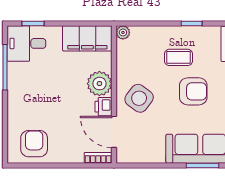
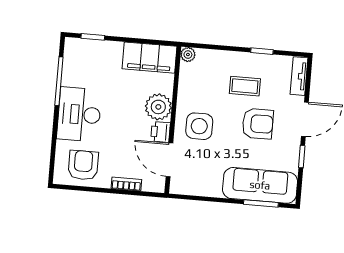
desk: (26, 43) -> (79, 114), moved, width x1.37
side table: (139, 98) -> (199, 126), turned -37
bookcase: (98, 158) -> (126, 184), moved

